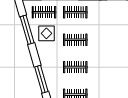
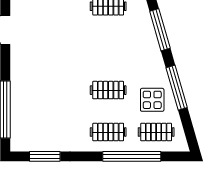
window: (27, 30) -> (177, 88), moved
clothes rail: (75, 67) -> (108, 48), removed

